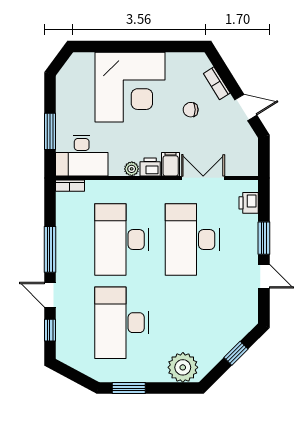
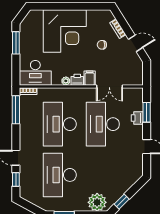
window: (50, 131) -> (16, 43), moved
double door: (203, 178) -> (109, 86), swing flipped
printer: (249, 203) -> (137, 118), moved
window: (264, 238) -> (147, 112), moved
window: (50, 249) -> (16, 110), moved
window: (236, 353) -> (122, 202), moved

